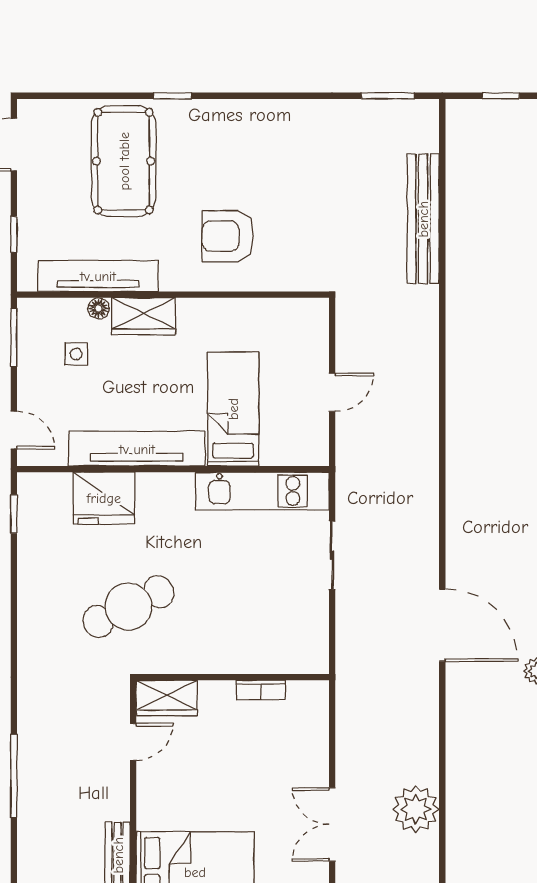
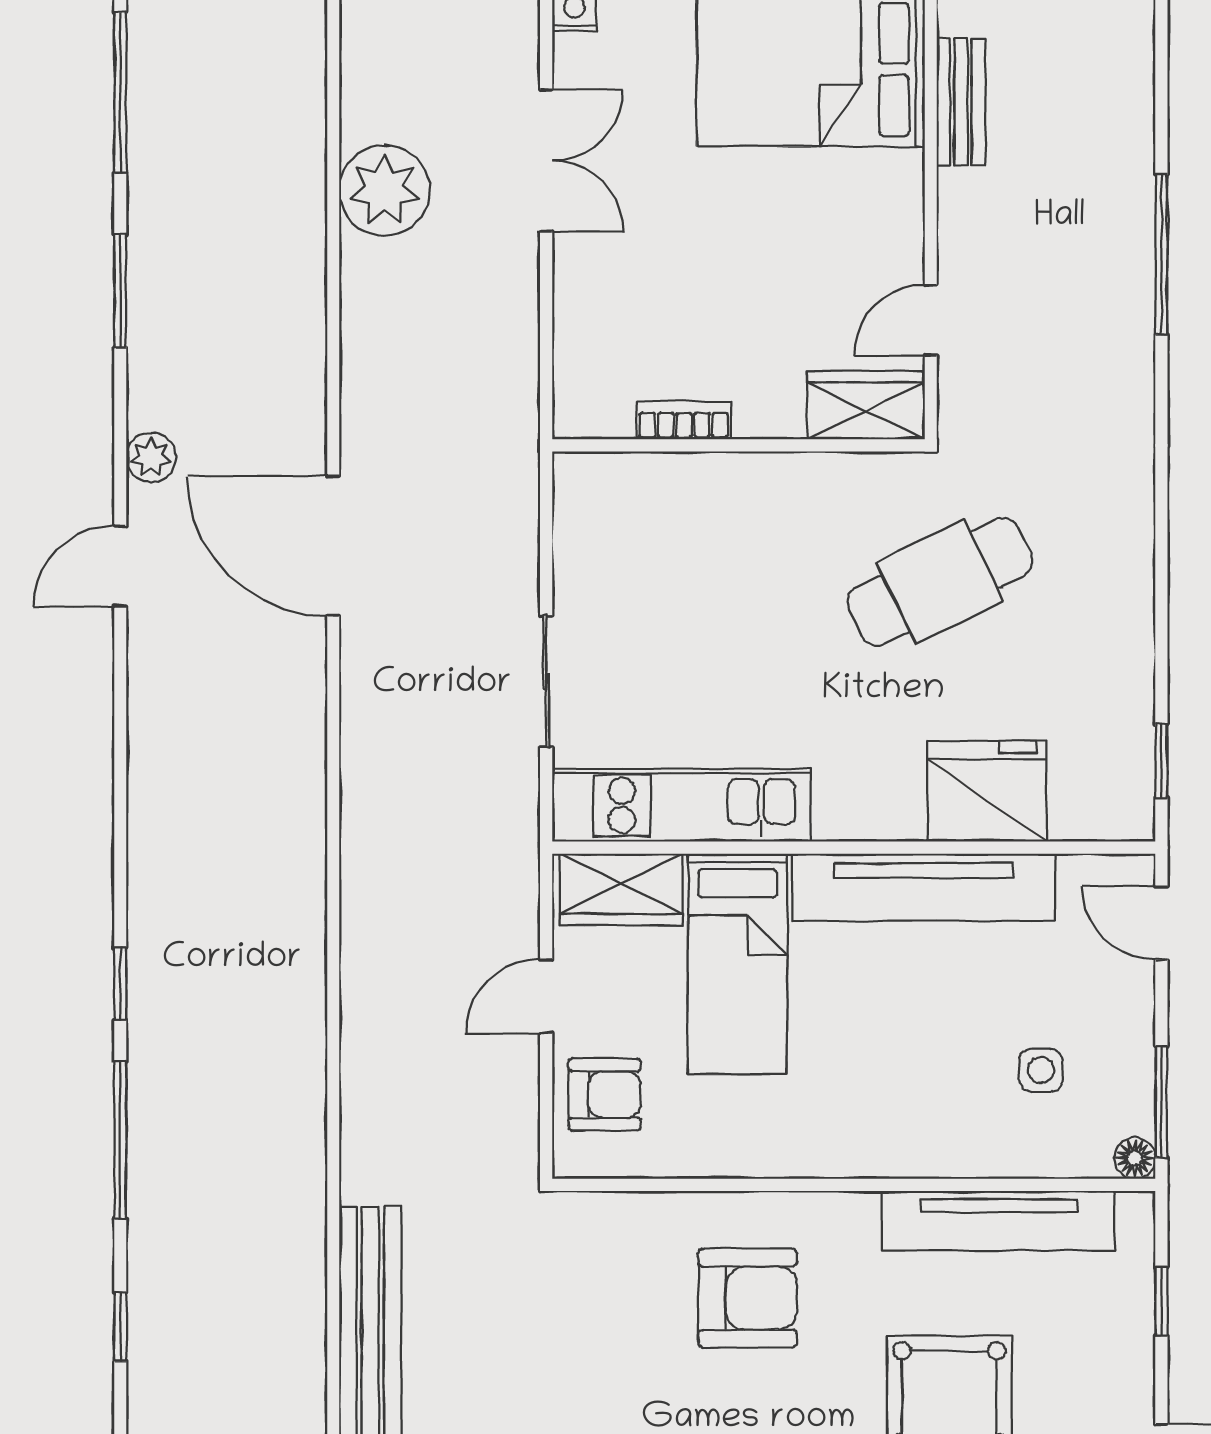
floor lamp: (99, 308) -> (1135, 1158), moved
wardrobe: (144, 316) -> (621, 889), moved, turned 180
armchair: (302, 341) -> (605, 1095), added

